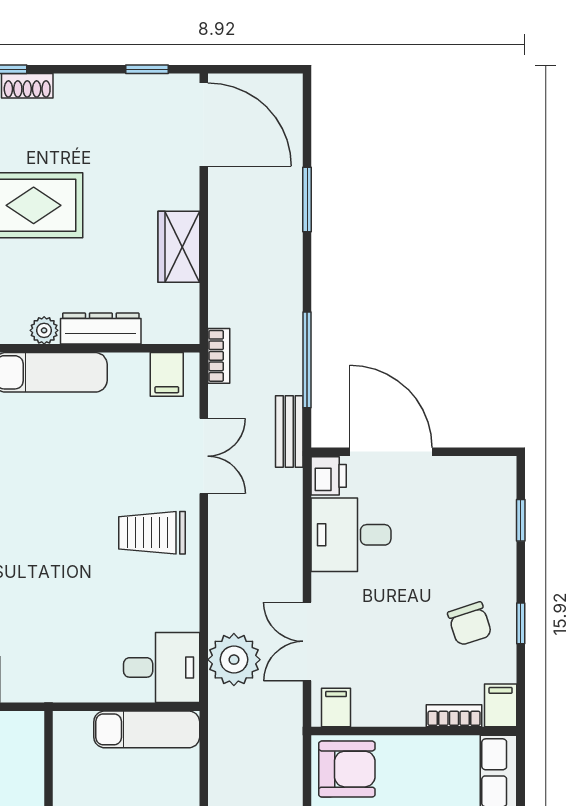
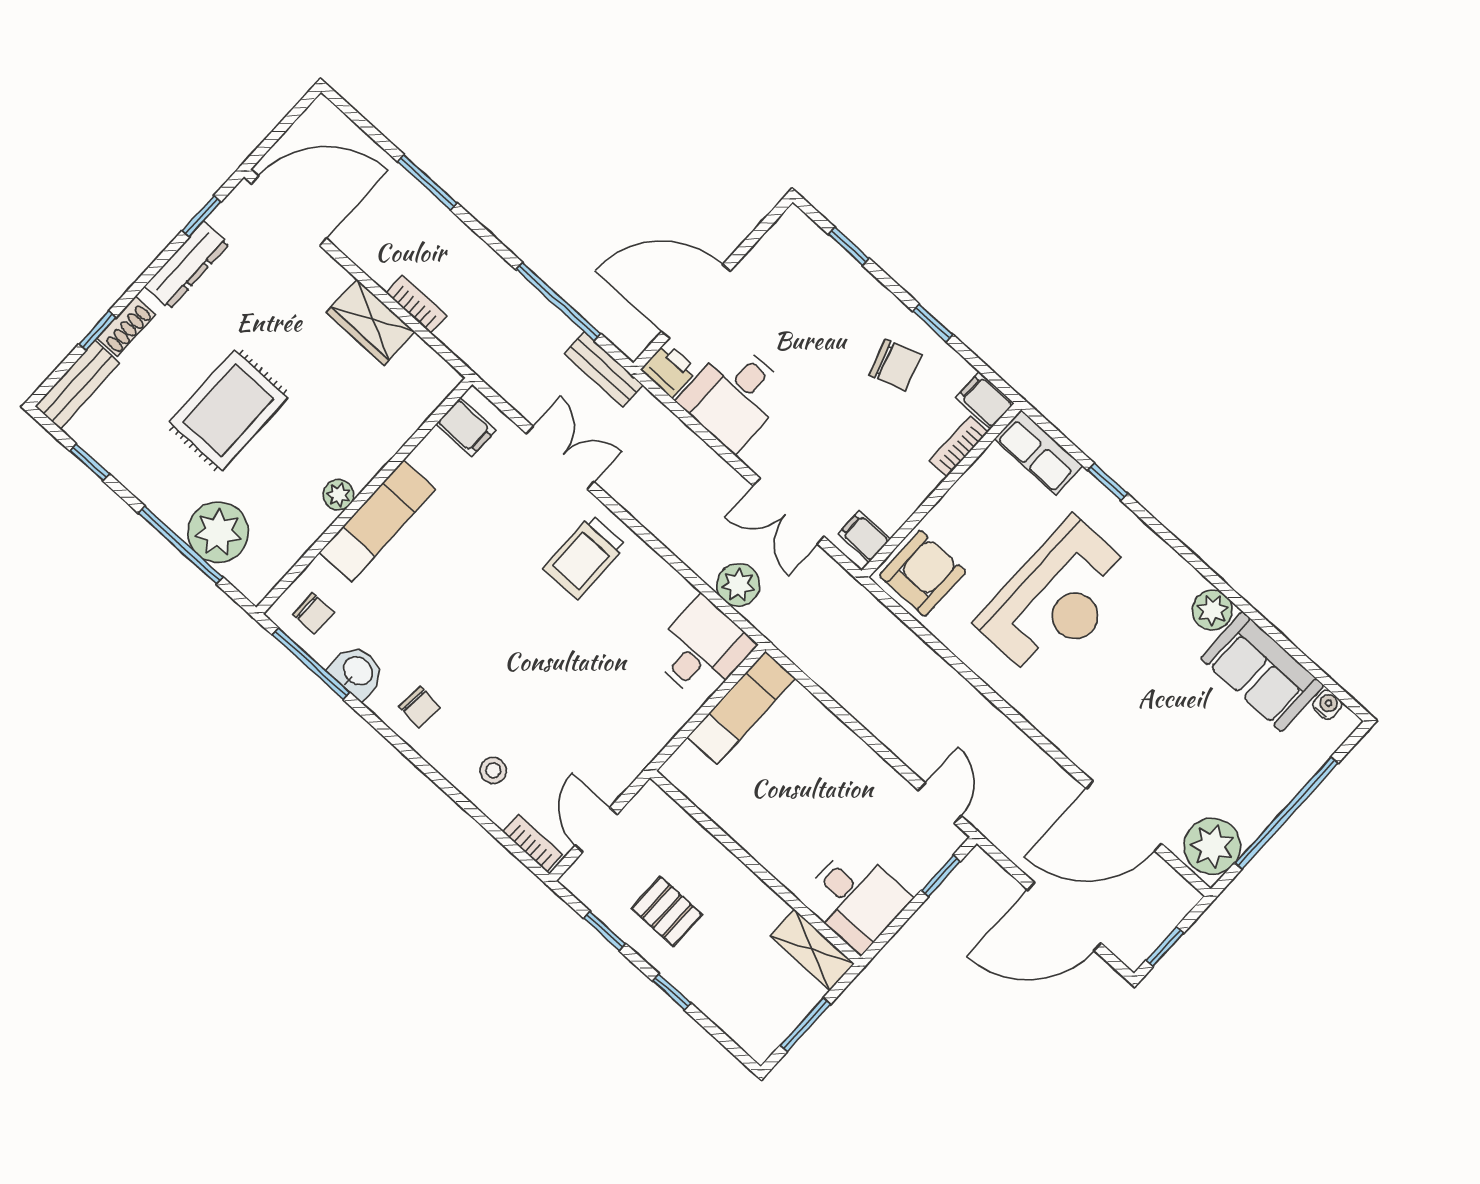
dresser: (101, 328) -> (187, 265), moved, turned 180
bookcase: (219, 356) -> (416, 304), moved
plant: (234, 660) -> (738, 585), width x0.73, depth x0.73

